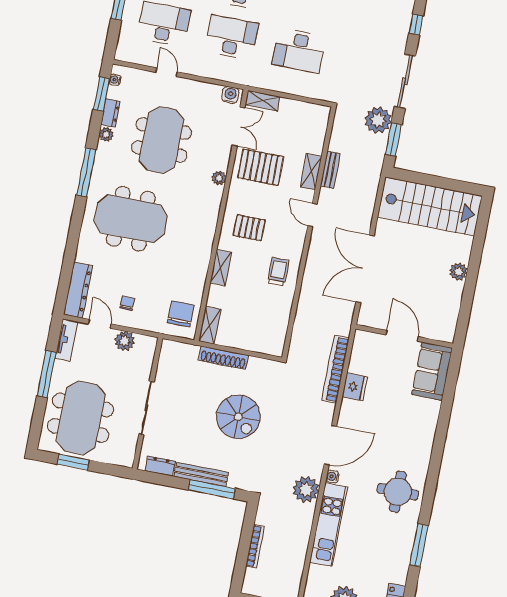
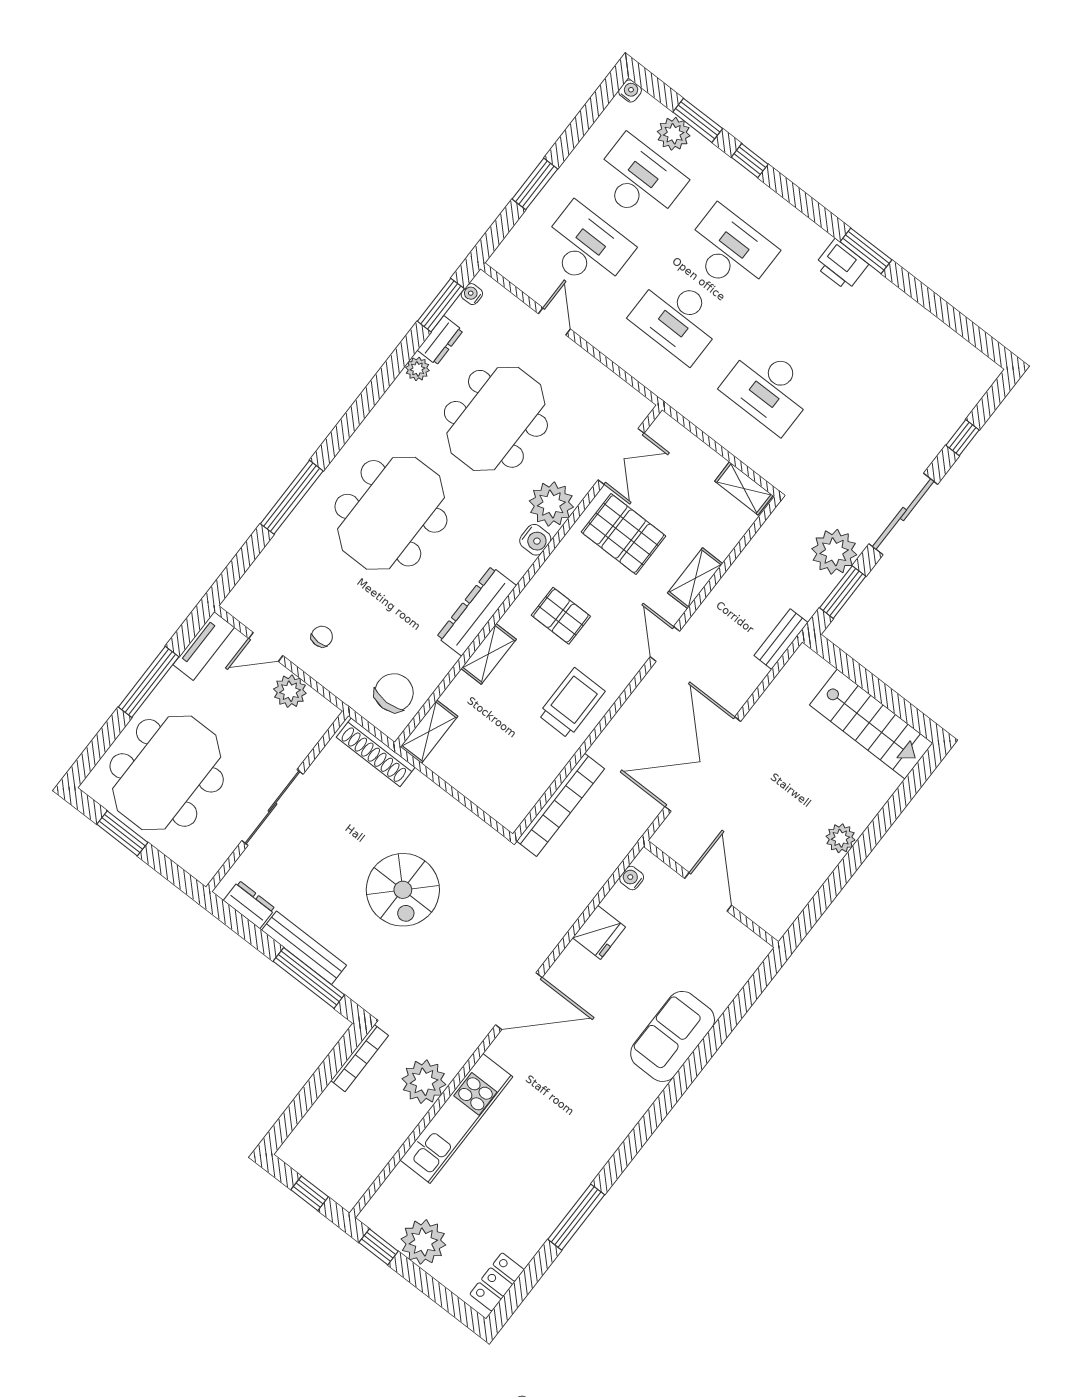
desk: (231, 37) -> (677, 318), turned 180
water cooler: (230, 95) -> (535, 540), moved, turned 90
shelving: (262, 101) -> (744, 488), moved
bench: (330, 170) -> (781, 639), moved
window: (86, 172) -> (292, 497), moved
plant: (219, 178) -> (551, 504), width x1.87, depth x1.87
stairs: (430, 207) -> (871, 724), width x0.73, depth x0.66
meeting table: (131, 219) -> (391, 513), turned 90
trolley: (278, 272) -> (571, 703), width x1.36, depth x1.39
dresser: (78, 290) -> (477, 611), moved, turned 180
door: (100, 324) -> (266, 647), swing flipped
shoe rack: (223, 358) -> (376, 752), moved
bookcase: (335, 369) -> (560, 805), moved, turned 180
sofa: (432, 371) -> (673, 1036), moved
water cooler: (332, 477) -> (632, 878), moved
plant: (306, 489) -> (424, 1082), moved
round table: (398, 492) -> (585, 1121), removed
bookcase: (255, 546) -> (360, 1058), moved

